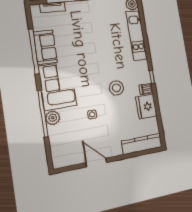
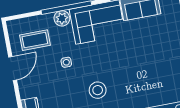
coffee table: (72, 143) -> (35, 40), added

